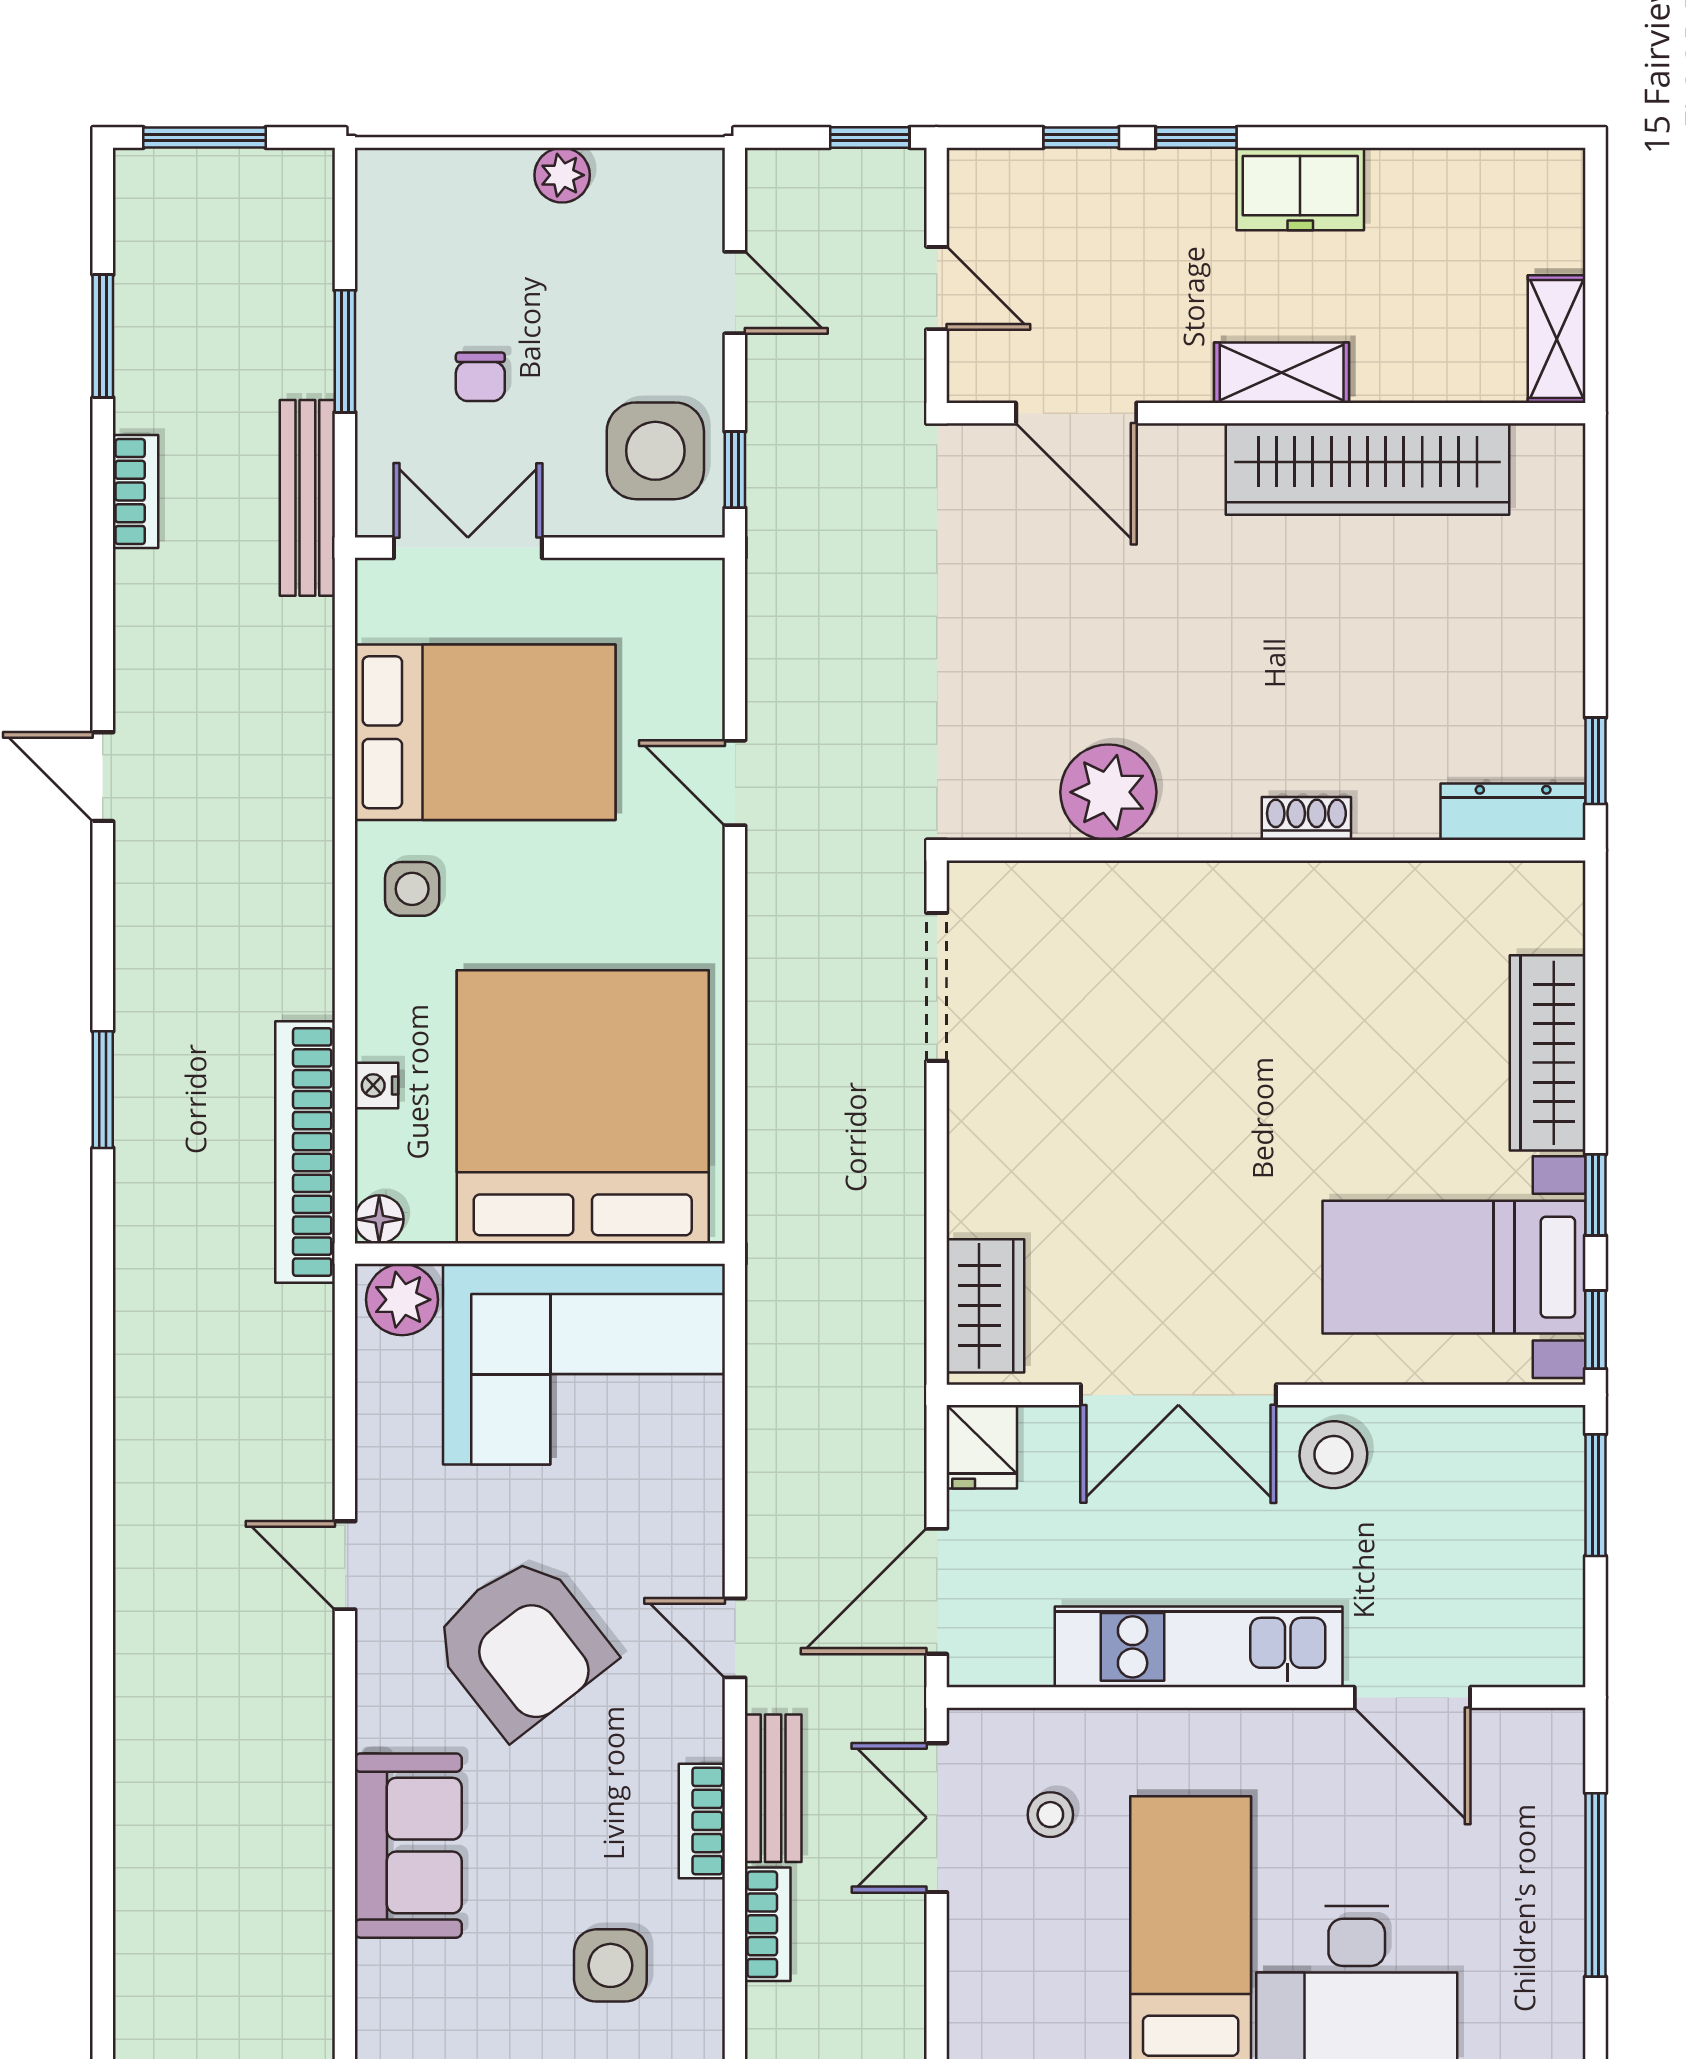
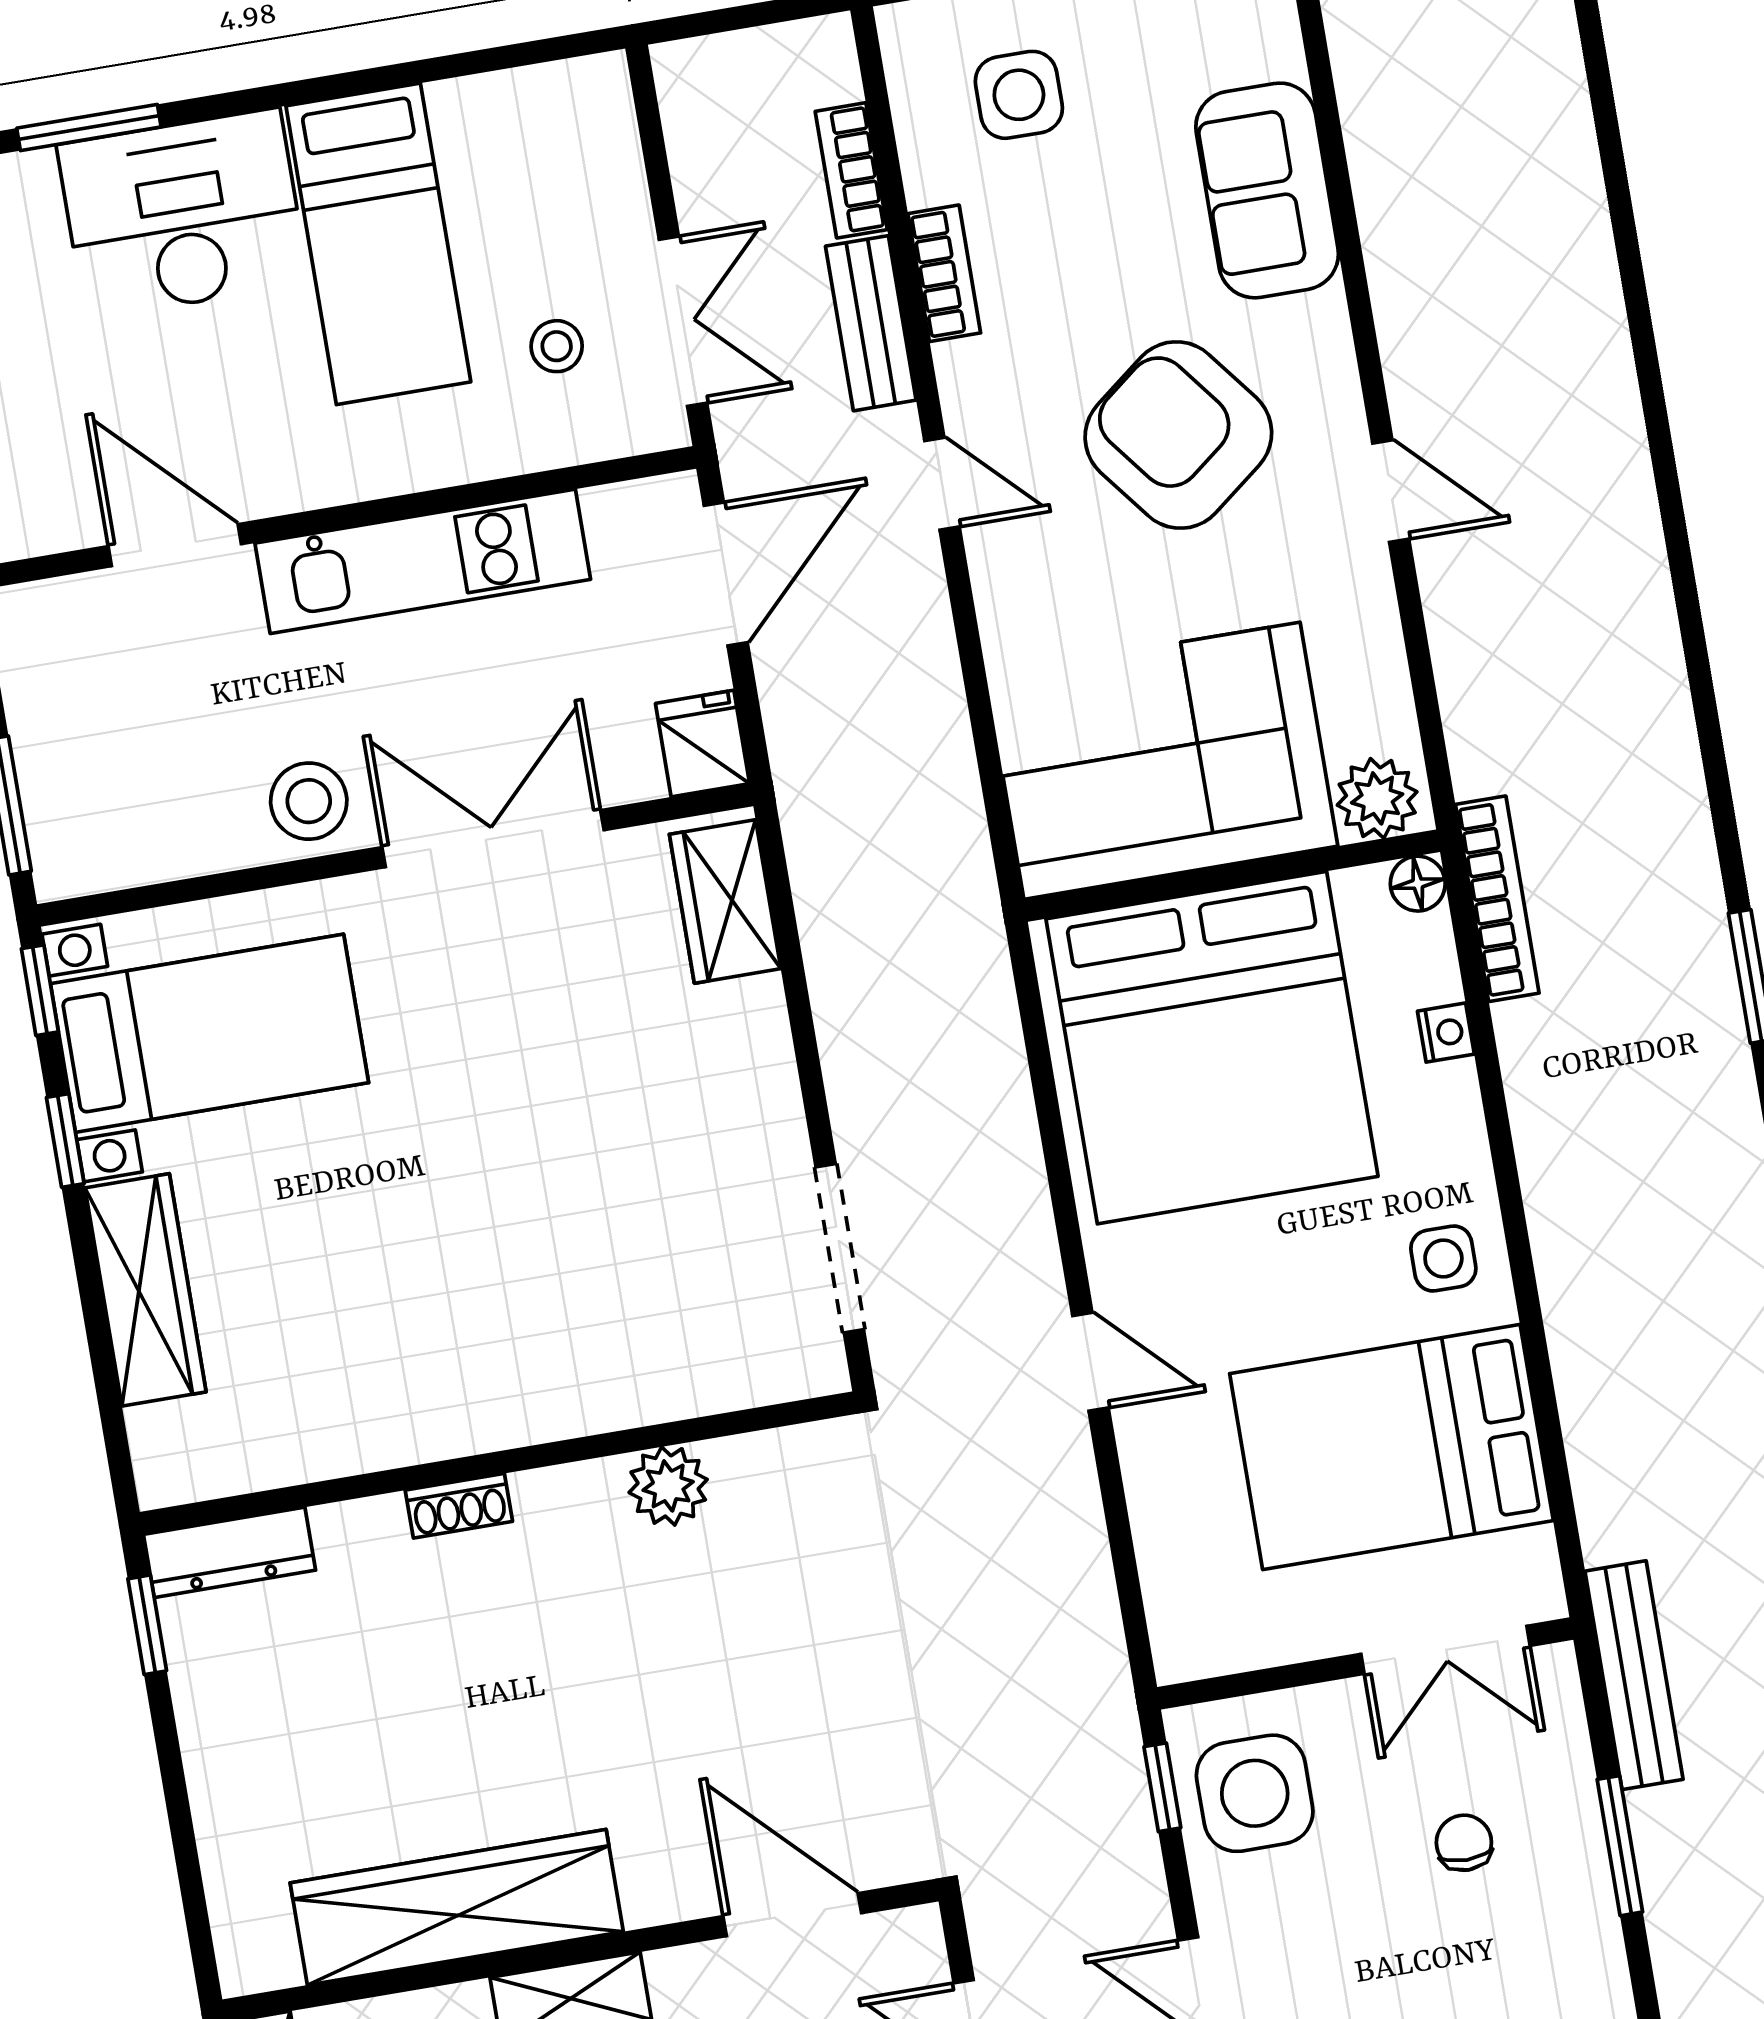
door: (735, 783) -> (1090, 1362), moved
plant: (1108, 792) -> (668, 1486), width x0.73, depth x0.73
bookcase: (305, 1152) -> (1497, 899), width x0.68, depth x0.76

